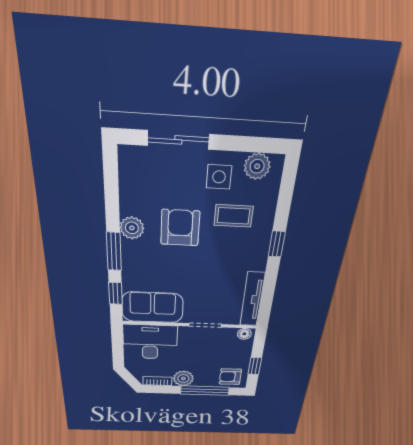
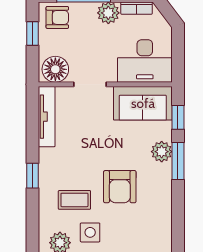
plant: (132, 228) -> (162, 152), moved
floor lamp: (244, 334) -> (55, 69), width x1.89, depth x1.89

